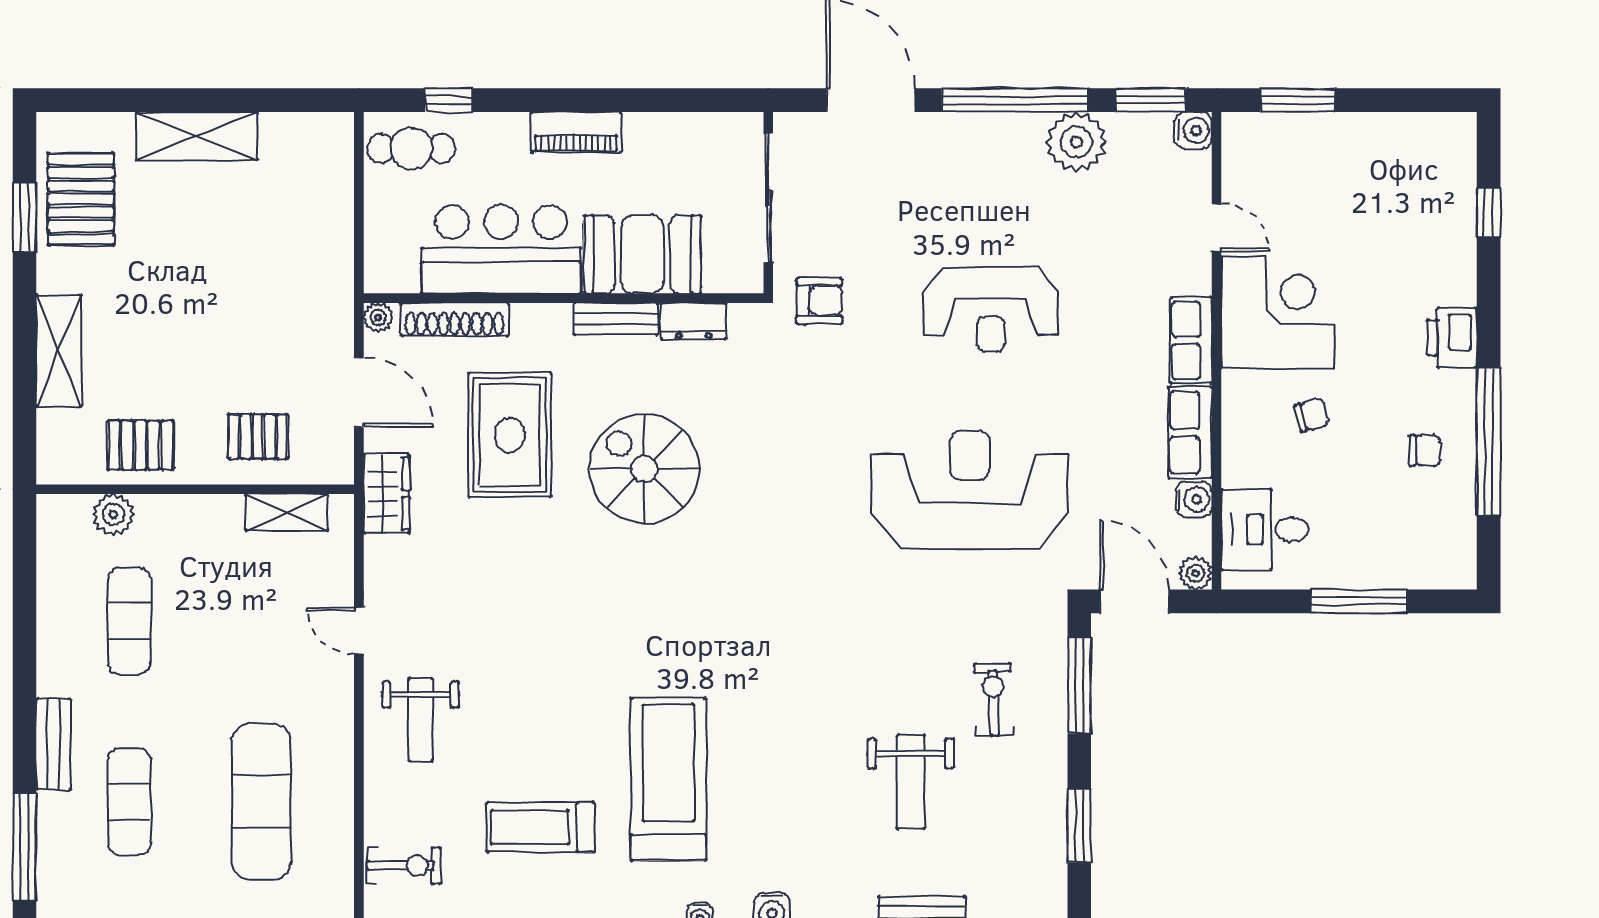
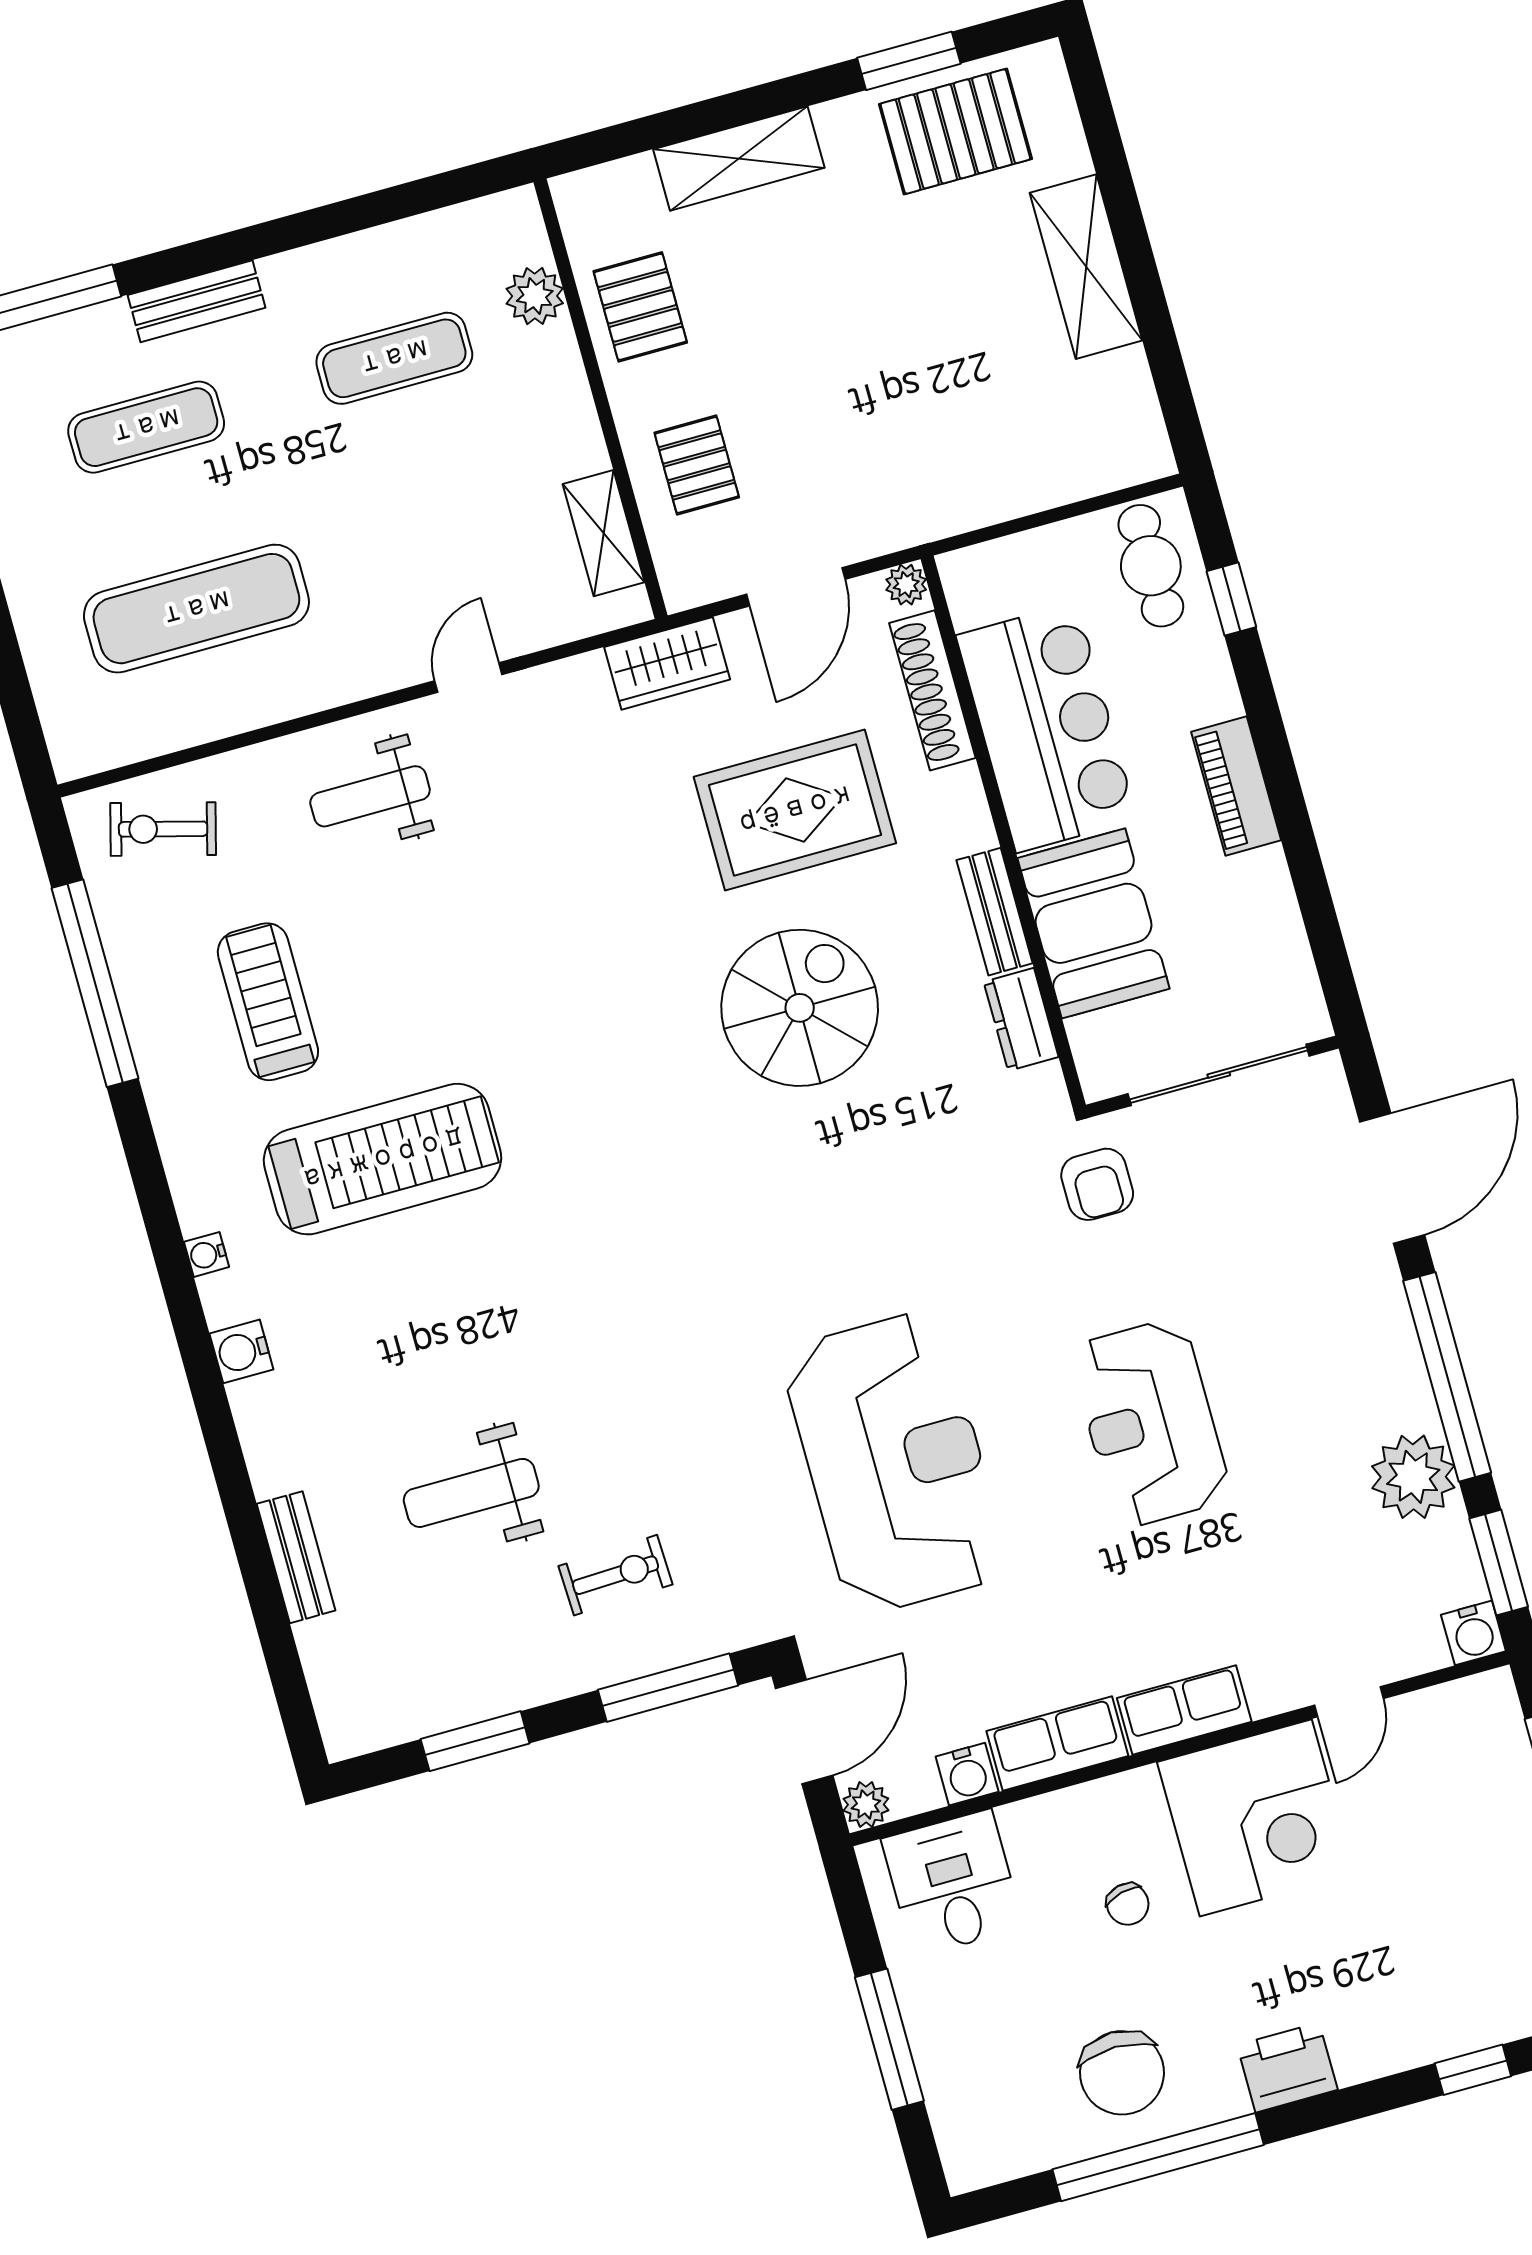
chair: (1425, 450) -> (1122, 2073), width x1.87, depth x1.87
exercise bike: (404, 866) -> (163, 829), turned 105

